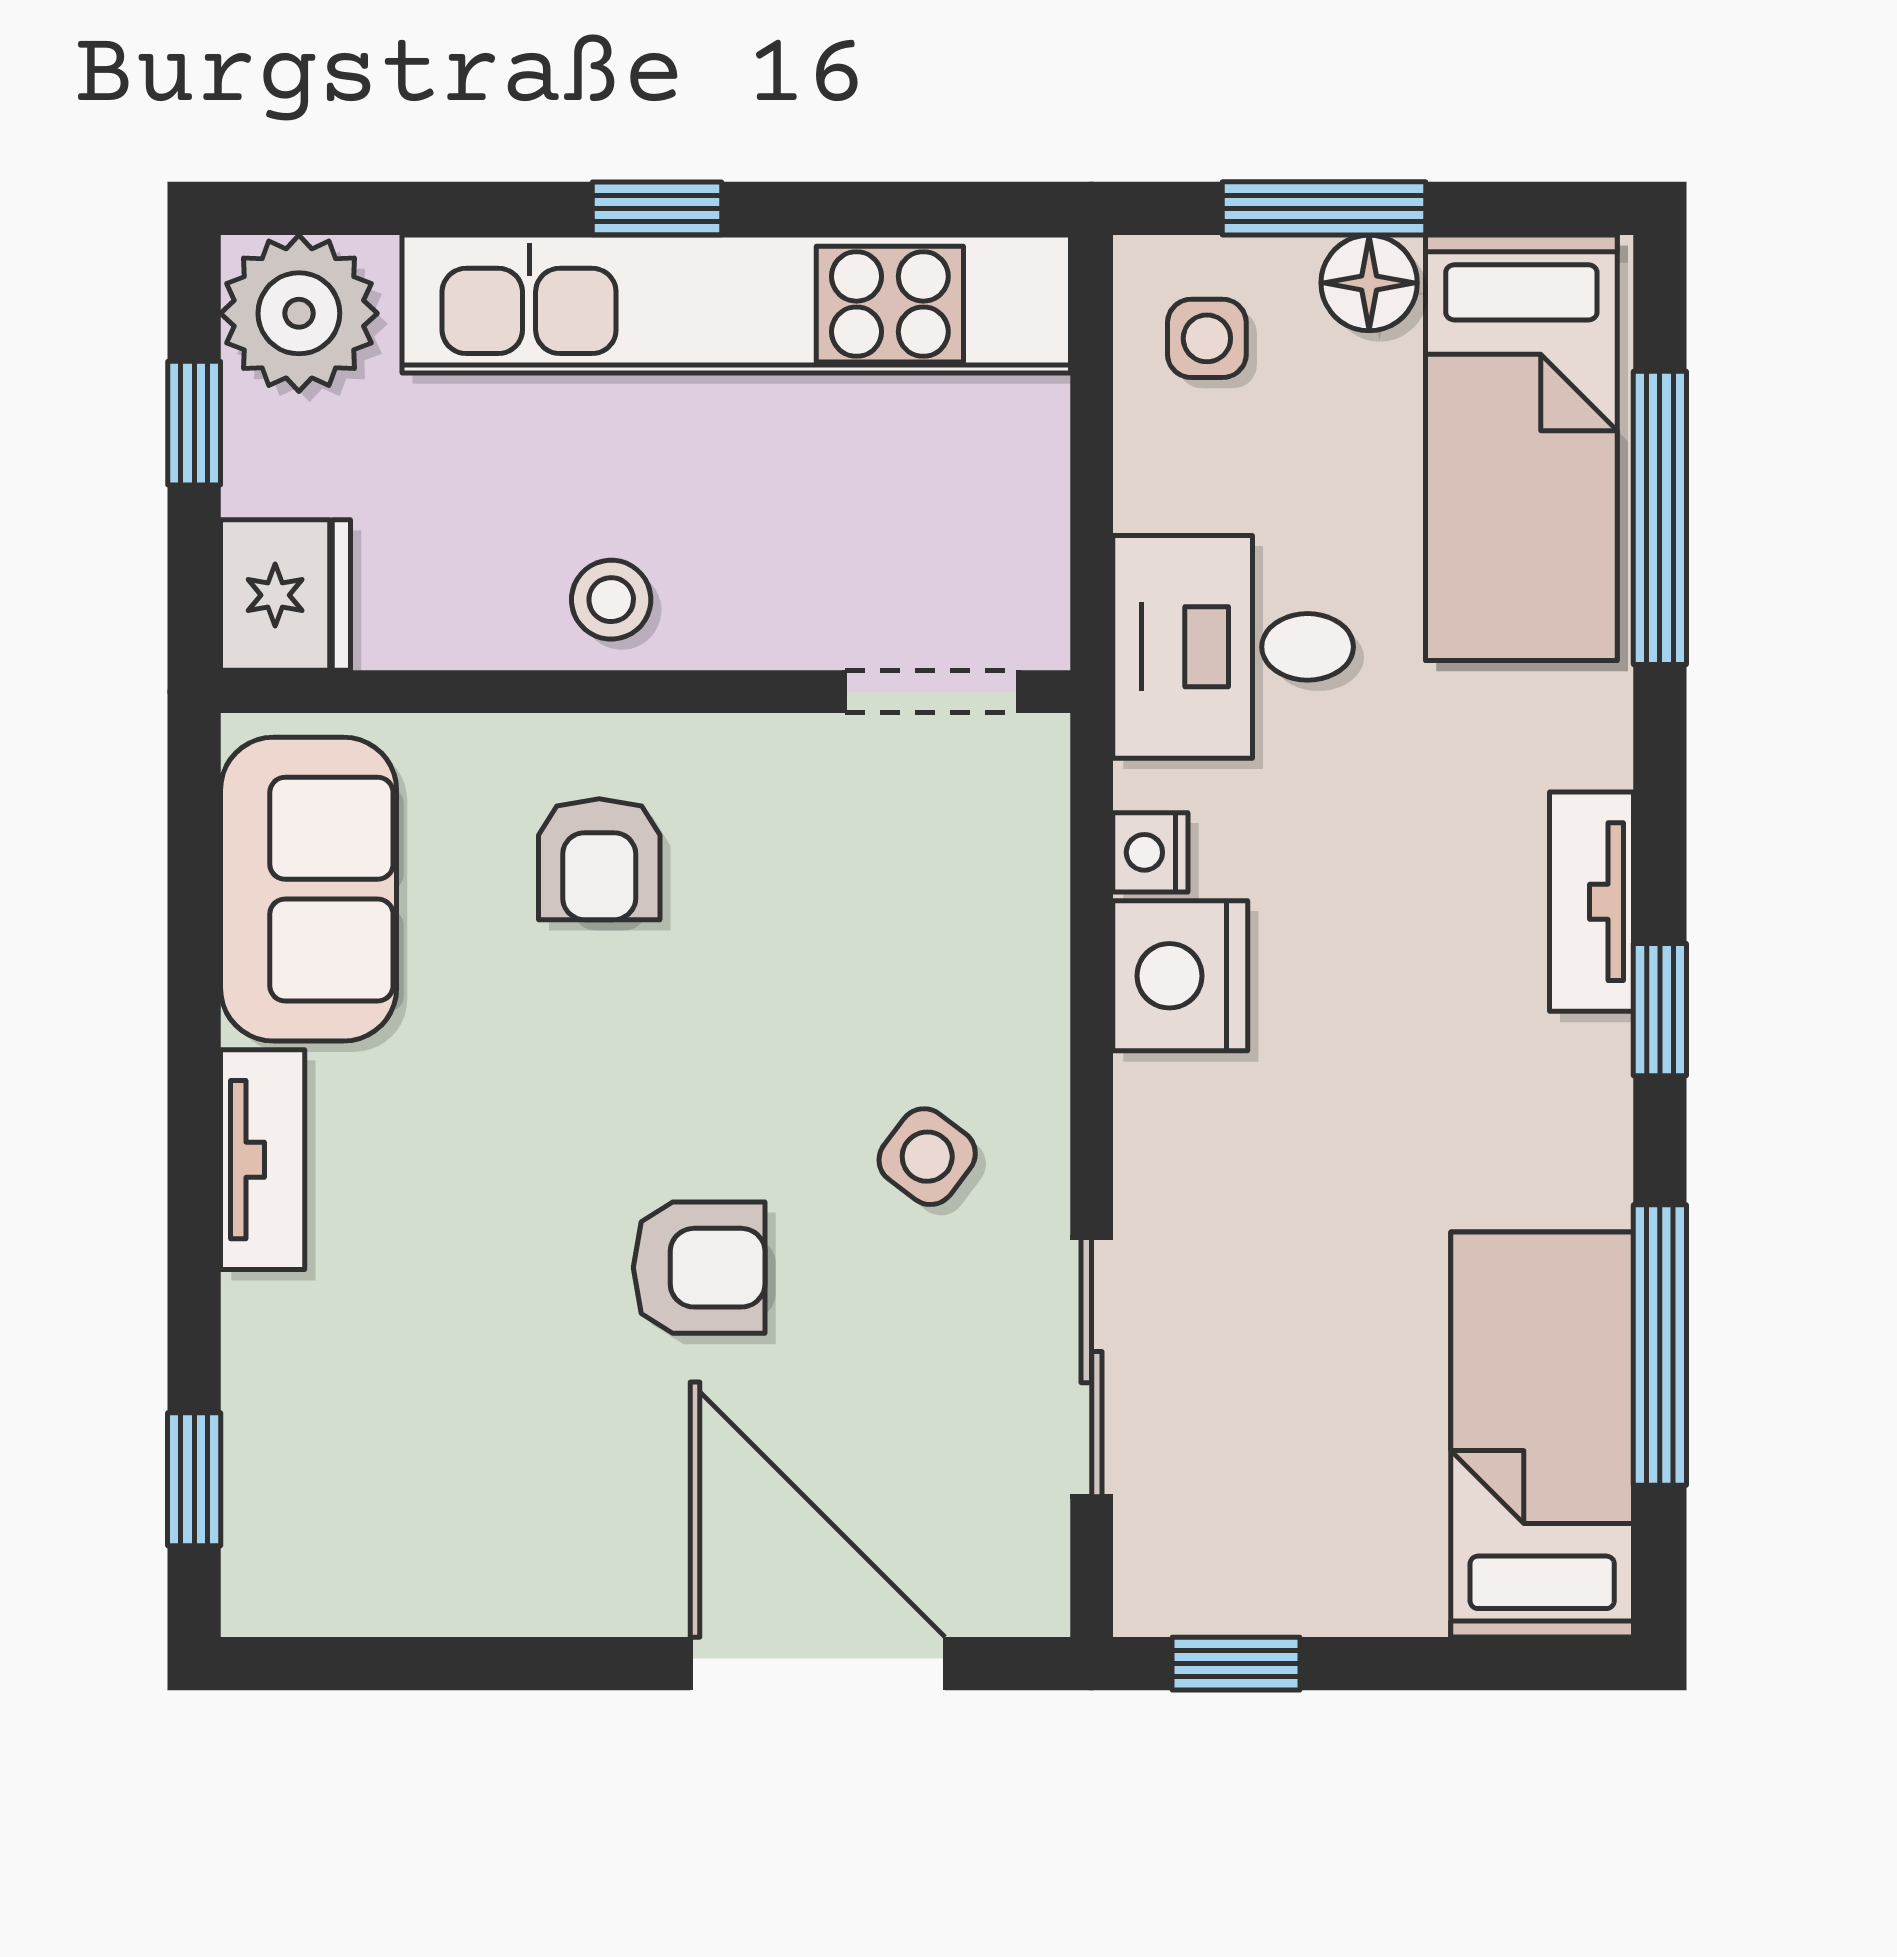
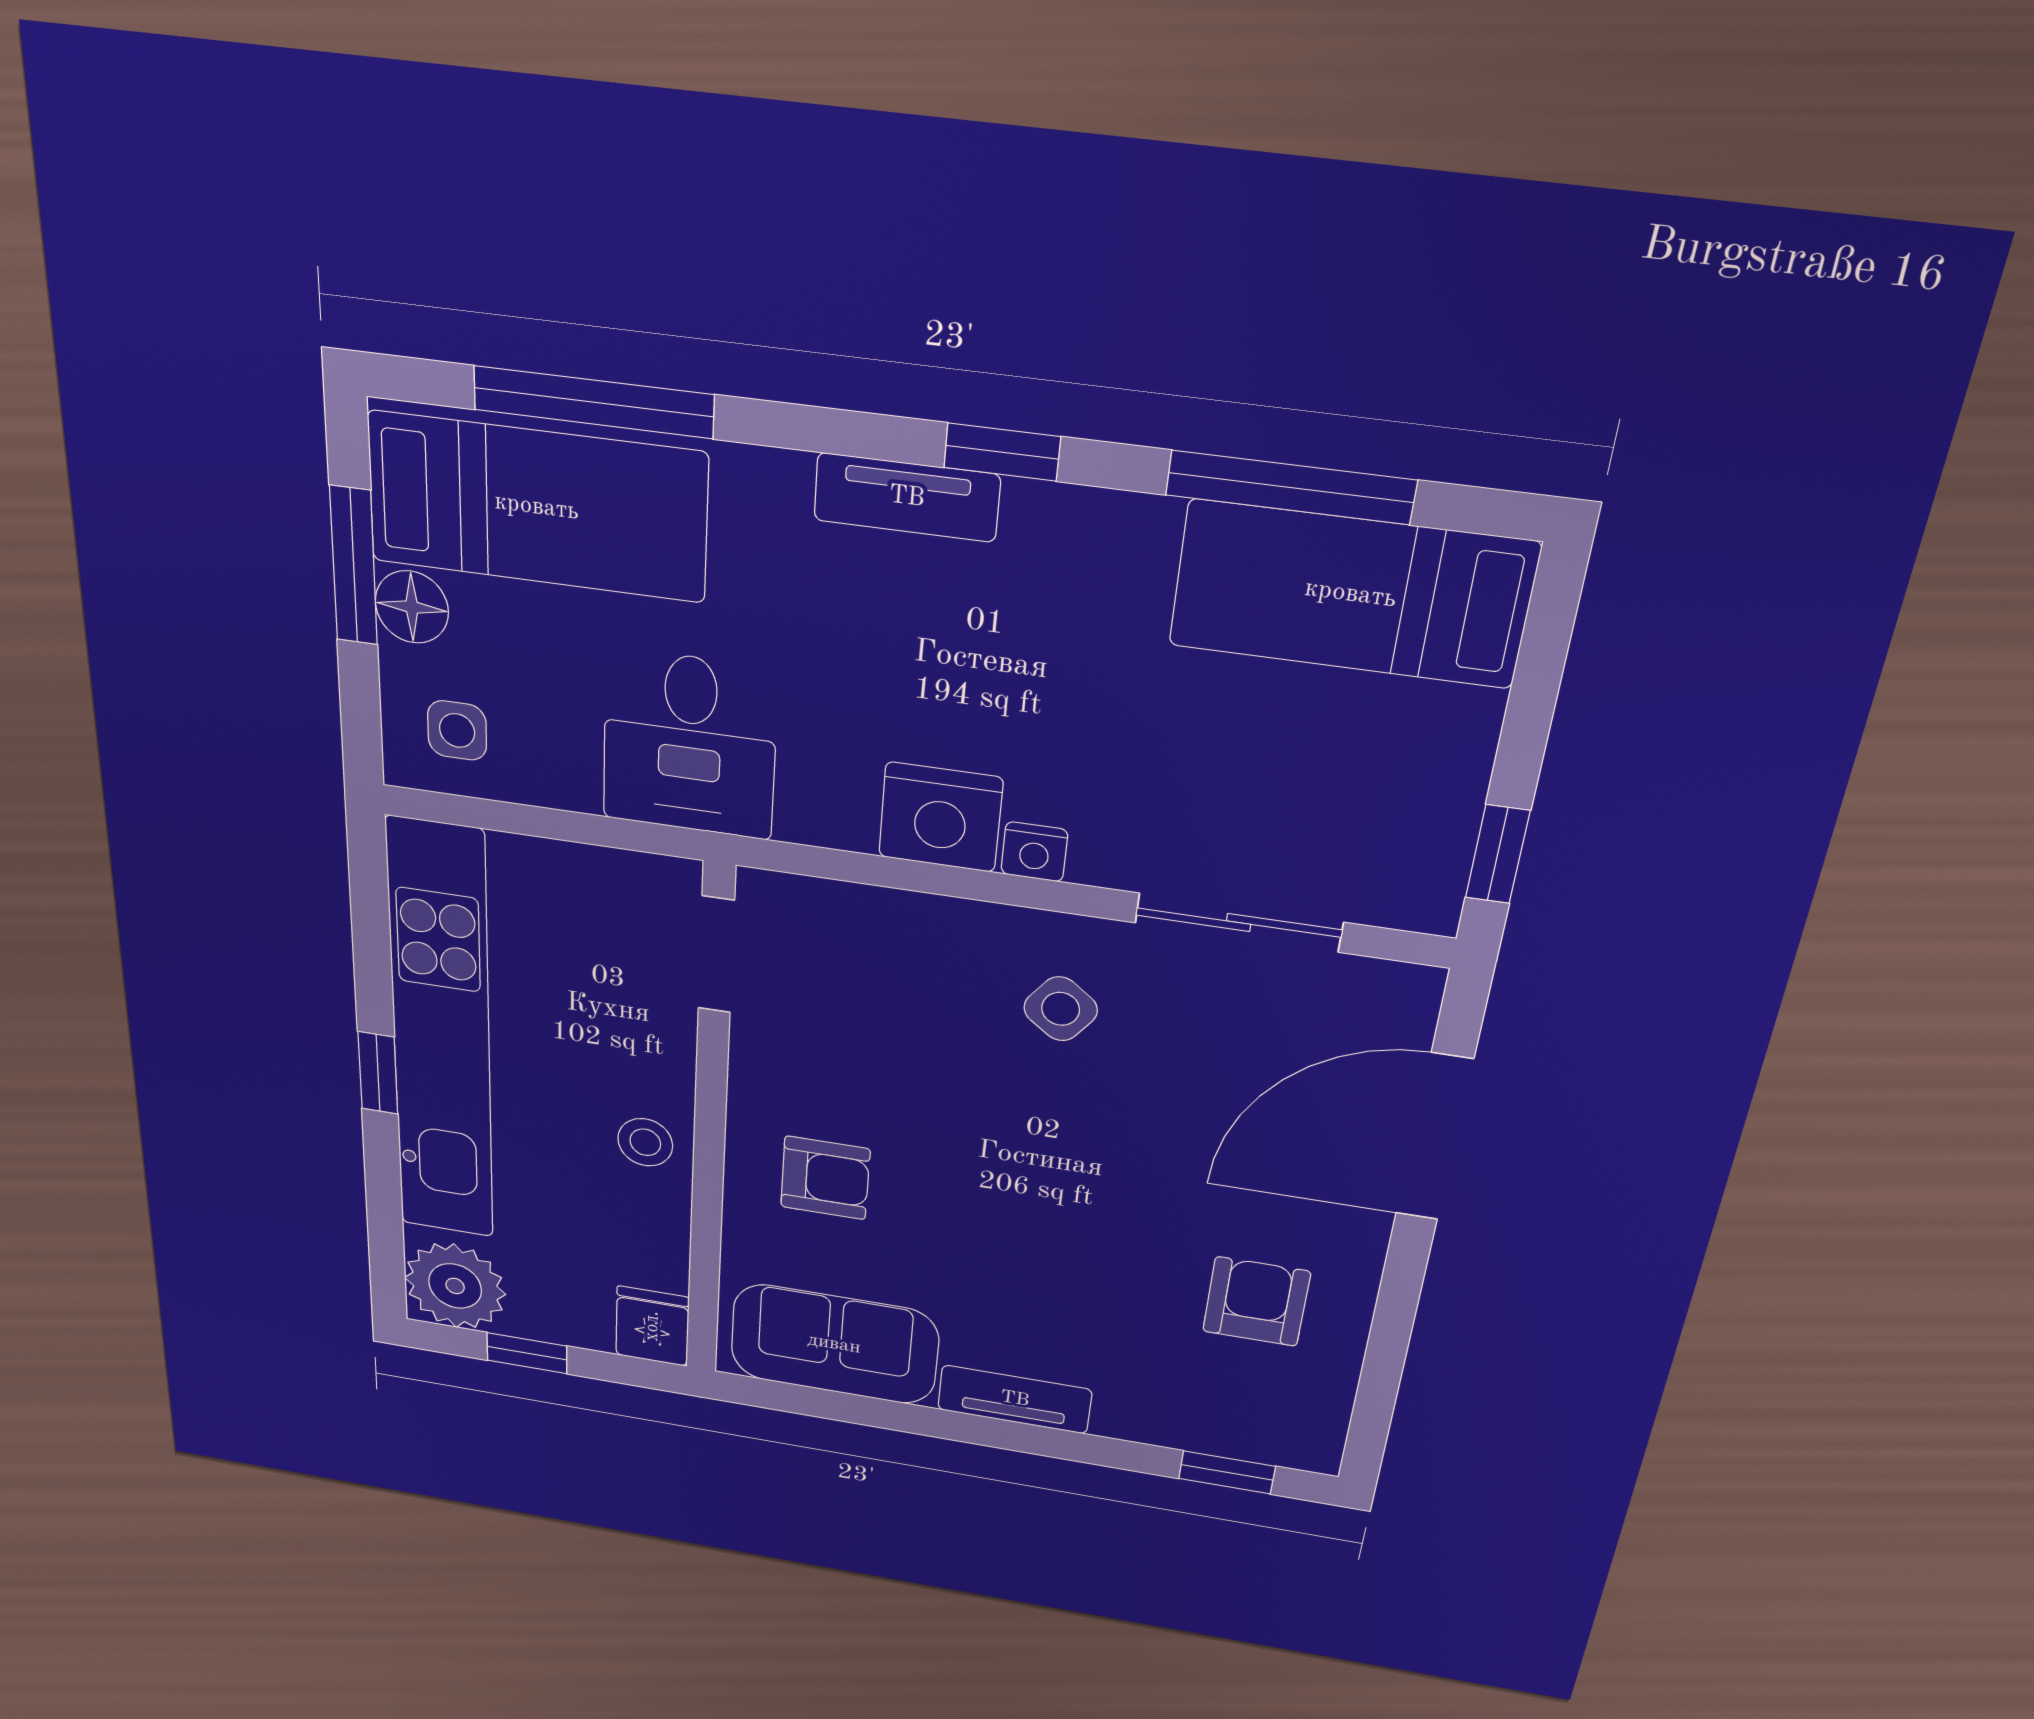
window: (1324, 208) -> (354, 566), moved
fridge: (286, 595) -> (652, 1326), width x0.72
nightstand: (1150, 852) -> (1034, 852), moved
armchair: (699, 1268) -> (1256, 1302), moved

